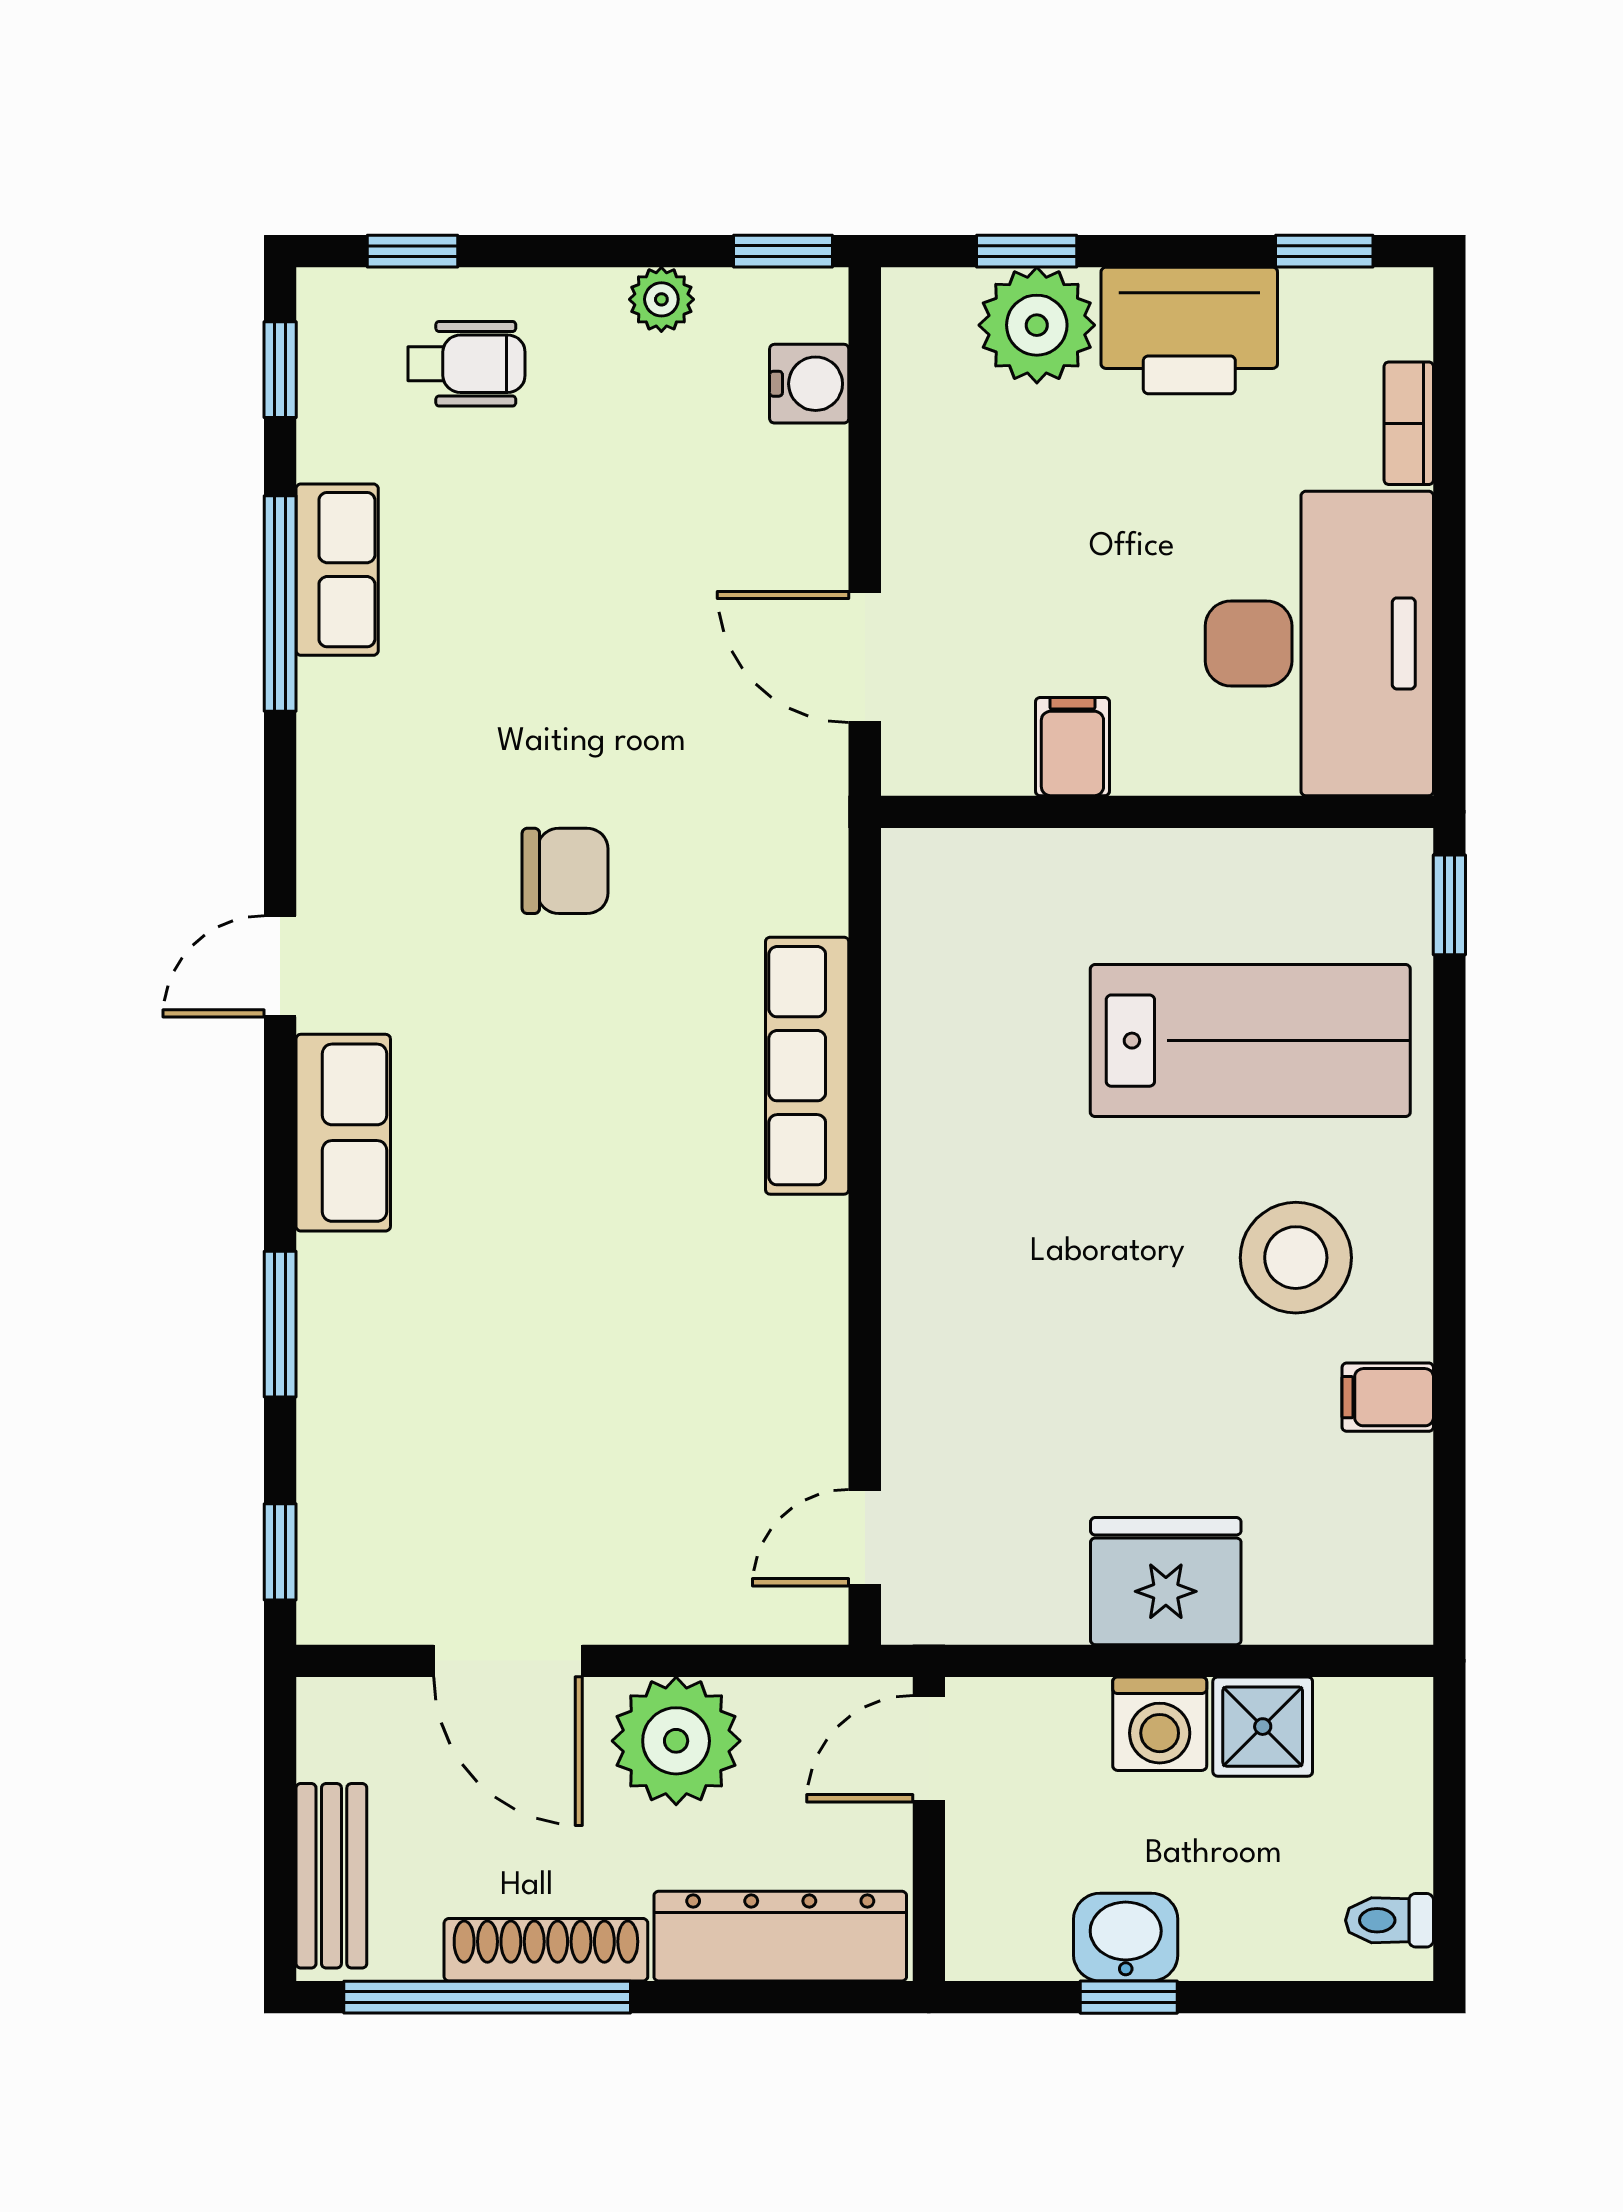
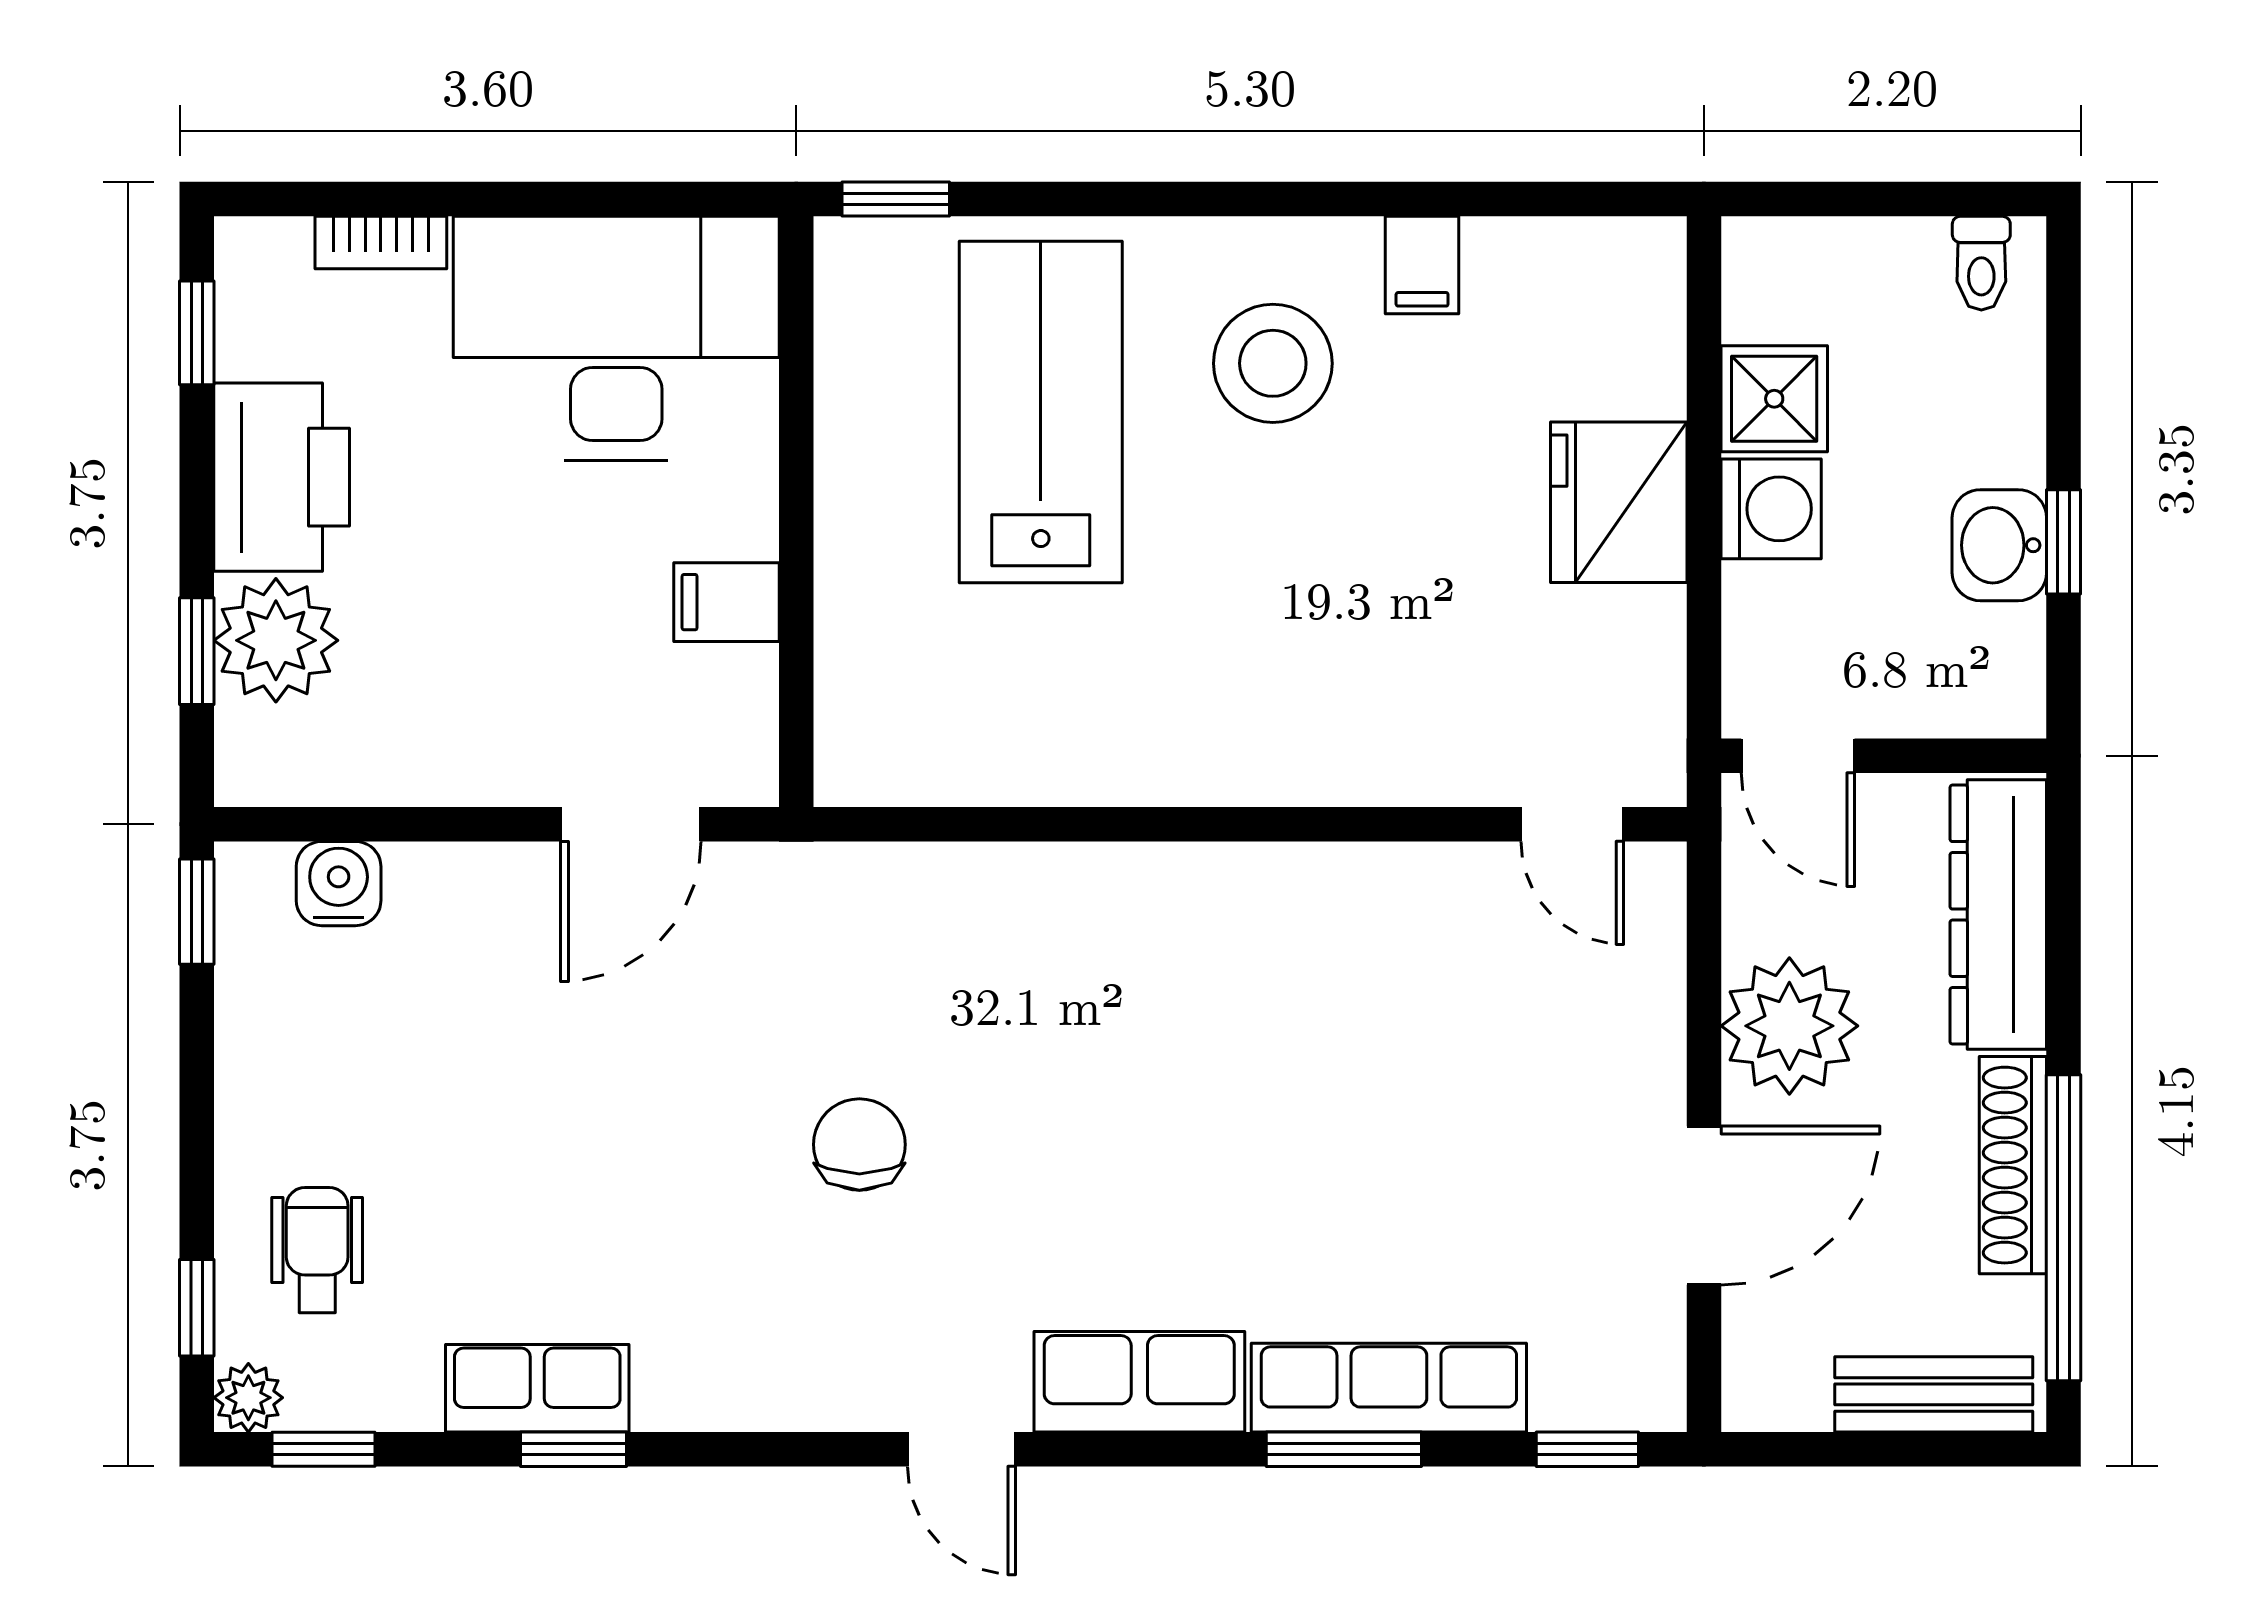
plant: (661, 299) -> (248, 1398), moved
window: (280, 604) -> (574, 1449), width x0.46
row of seats: (807, 1066) -> (1389, 1388), moved, turned 180

